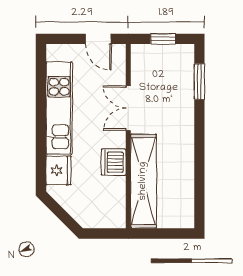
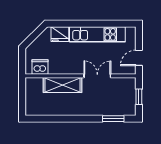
dishwasher: (114, 162) -> (40, 67), moved
shelving: (143, 181) -> (63, 85), width x0.68

